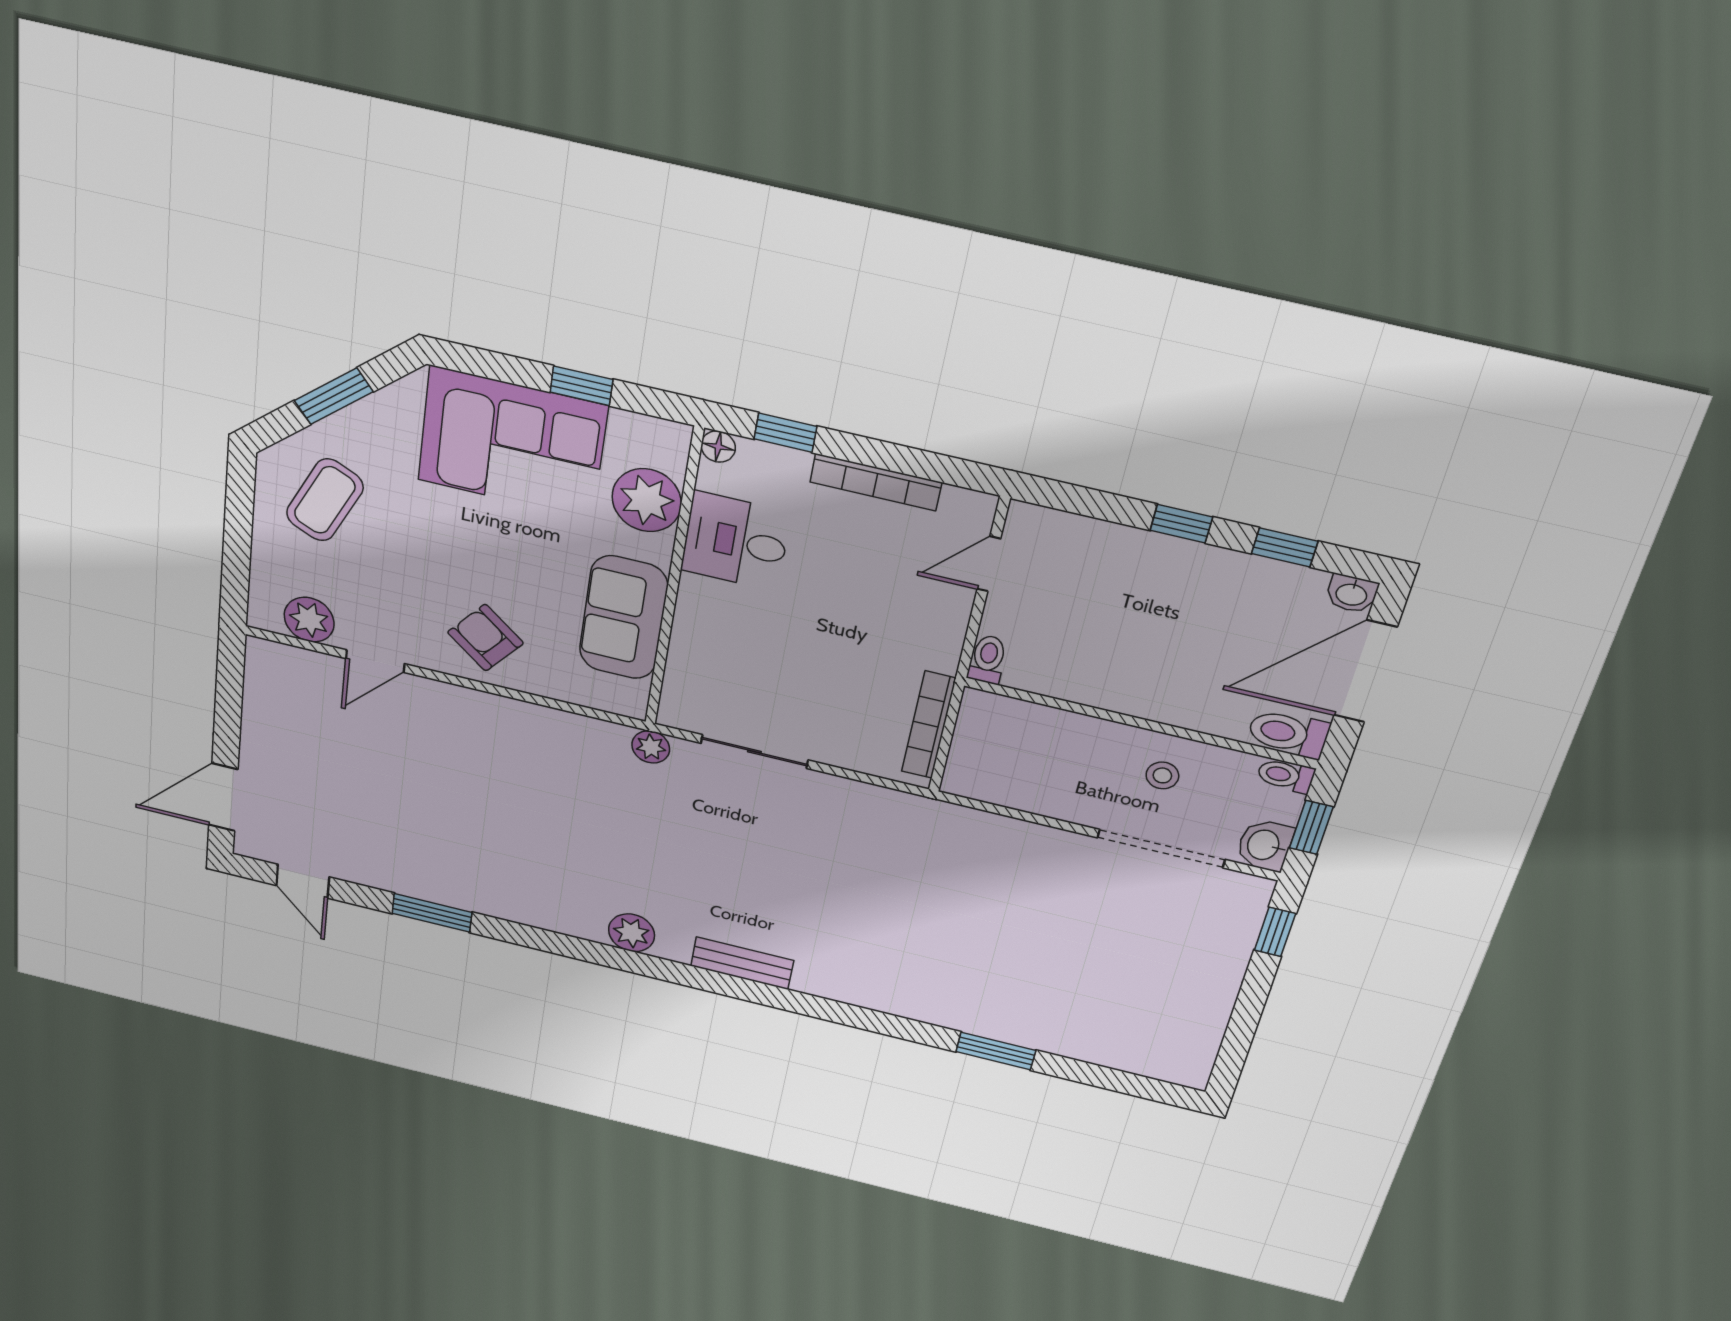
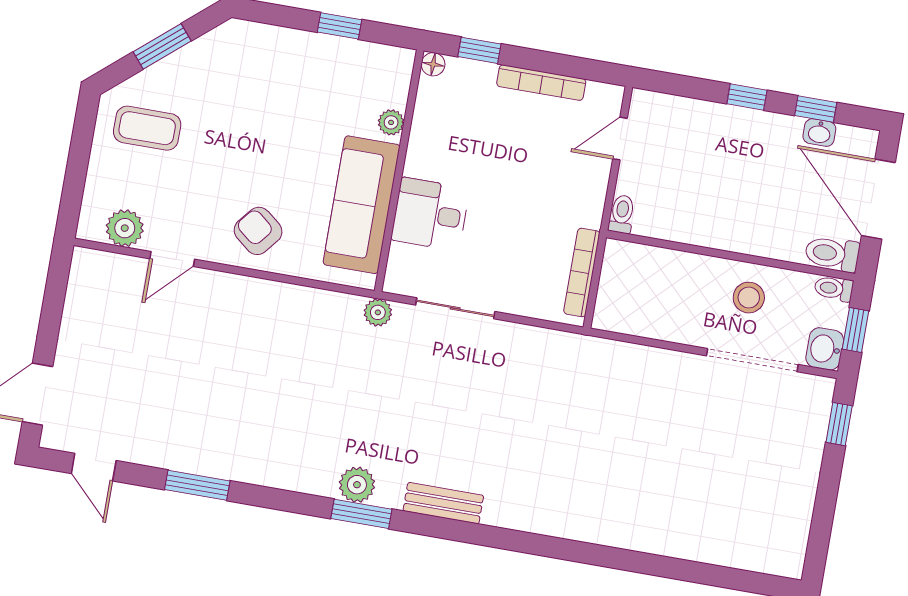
corner sofa: (512, 443) -> (288, 73), removed
coffee table: (325, 500) -> (147, 128), turned 65
plant: (647, 500) -> (391, 122), width x0.53, depth x0.53
desk: (736, 541) -> (430, 214), moved
washbasin: (1352, 594) -> (819, 133), moved
sofa: (623, 618) -> (362, 205), width x1.36
door: (1365, 672) -> (878, 199), hinge flipped
stool: (1162, 775) -> (749, 298), width x1.37, depth x1.37
window: (996, 1051) -> (361, 514), moved

